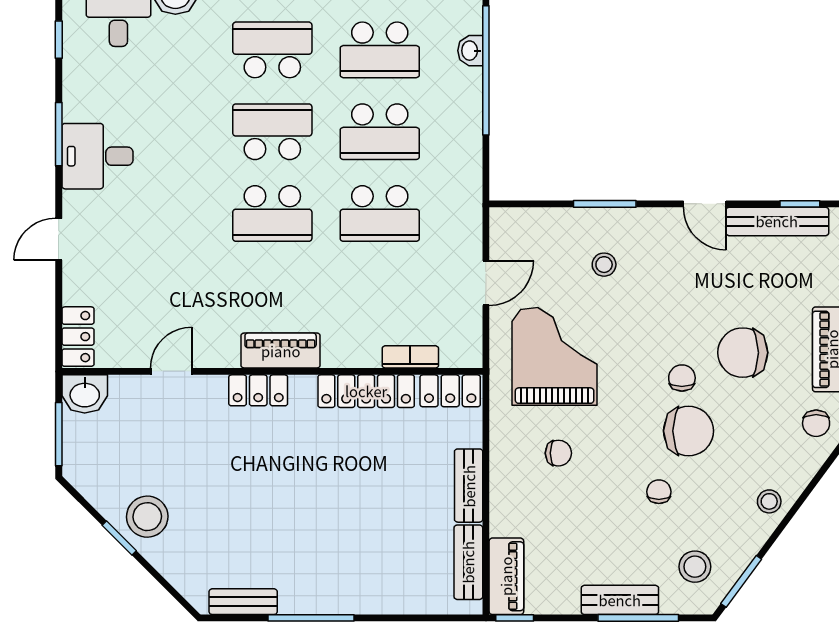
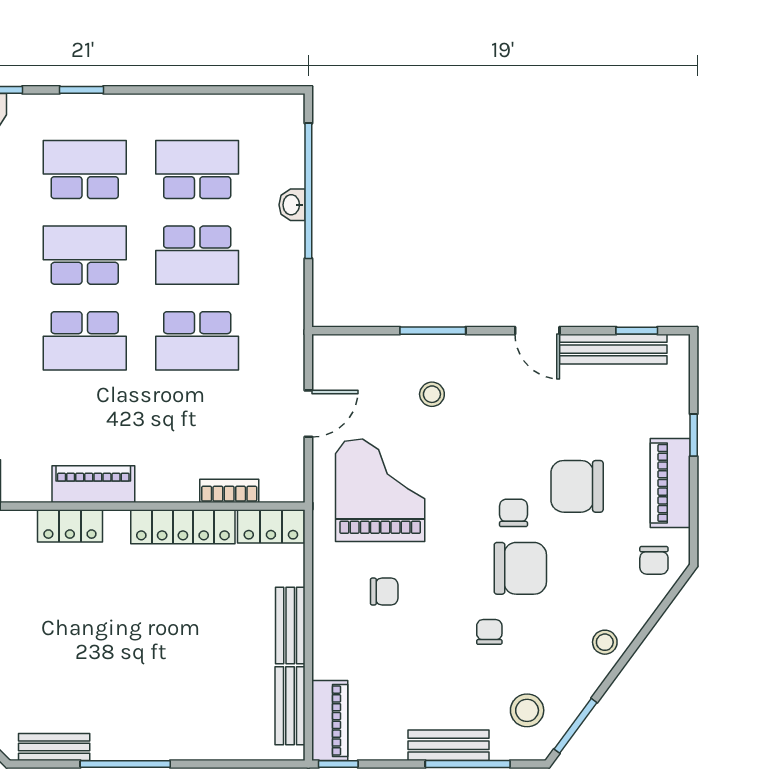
school desk: (380, 50) -> (197, 170), turned 180
washbasin: (470, 51) -> (292, 205), moved

